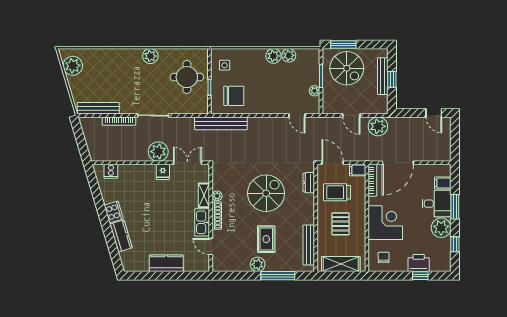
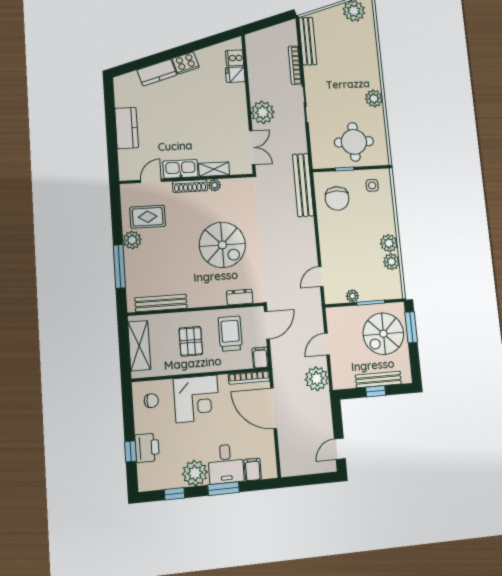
fridge: (163, 172) -> (235, 75), moved
pallet: (341, 224) -> (191, 341), turned 90
rug: (266, 239) -> (148, 217), moved

